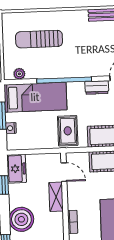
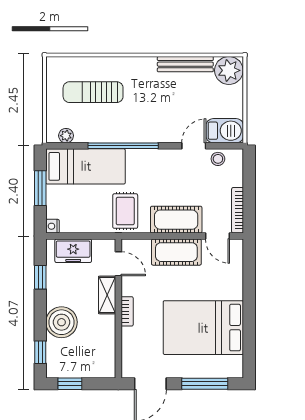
dresser: (97, 88) -> (165, 157), removed
nightstand: (11, 128) -> (53, 226), moved
freezer: (17, 169) -> (73, 251), moved, turned 90
bookcase: (73, 222) -> (127, 311), moved

